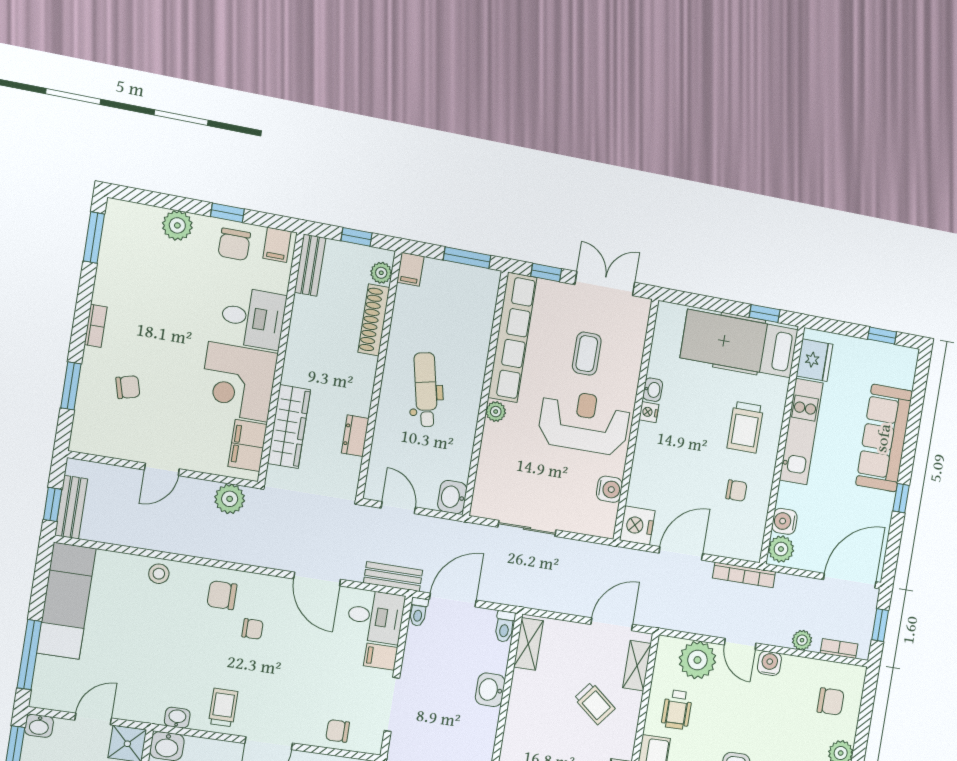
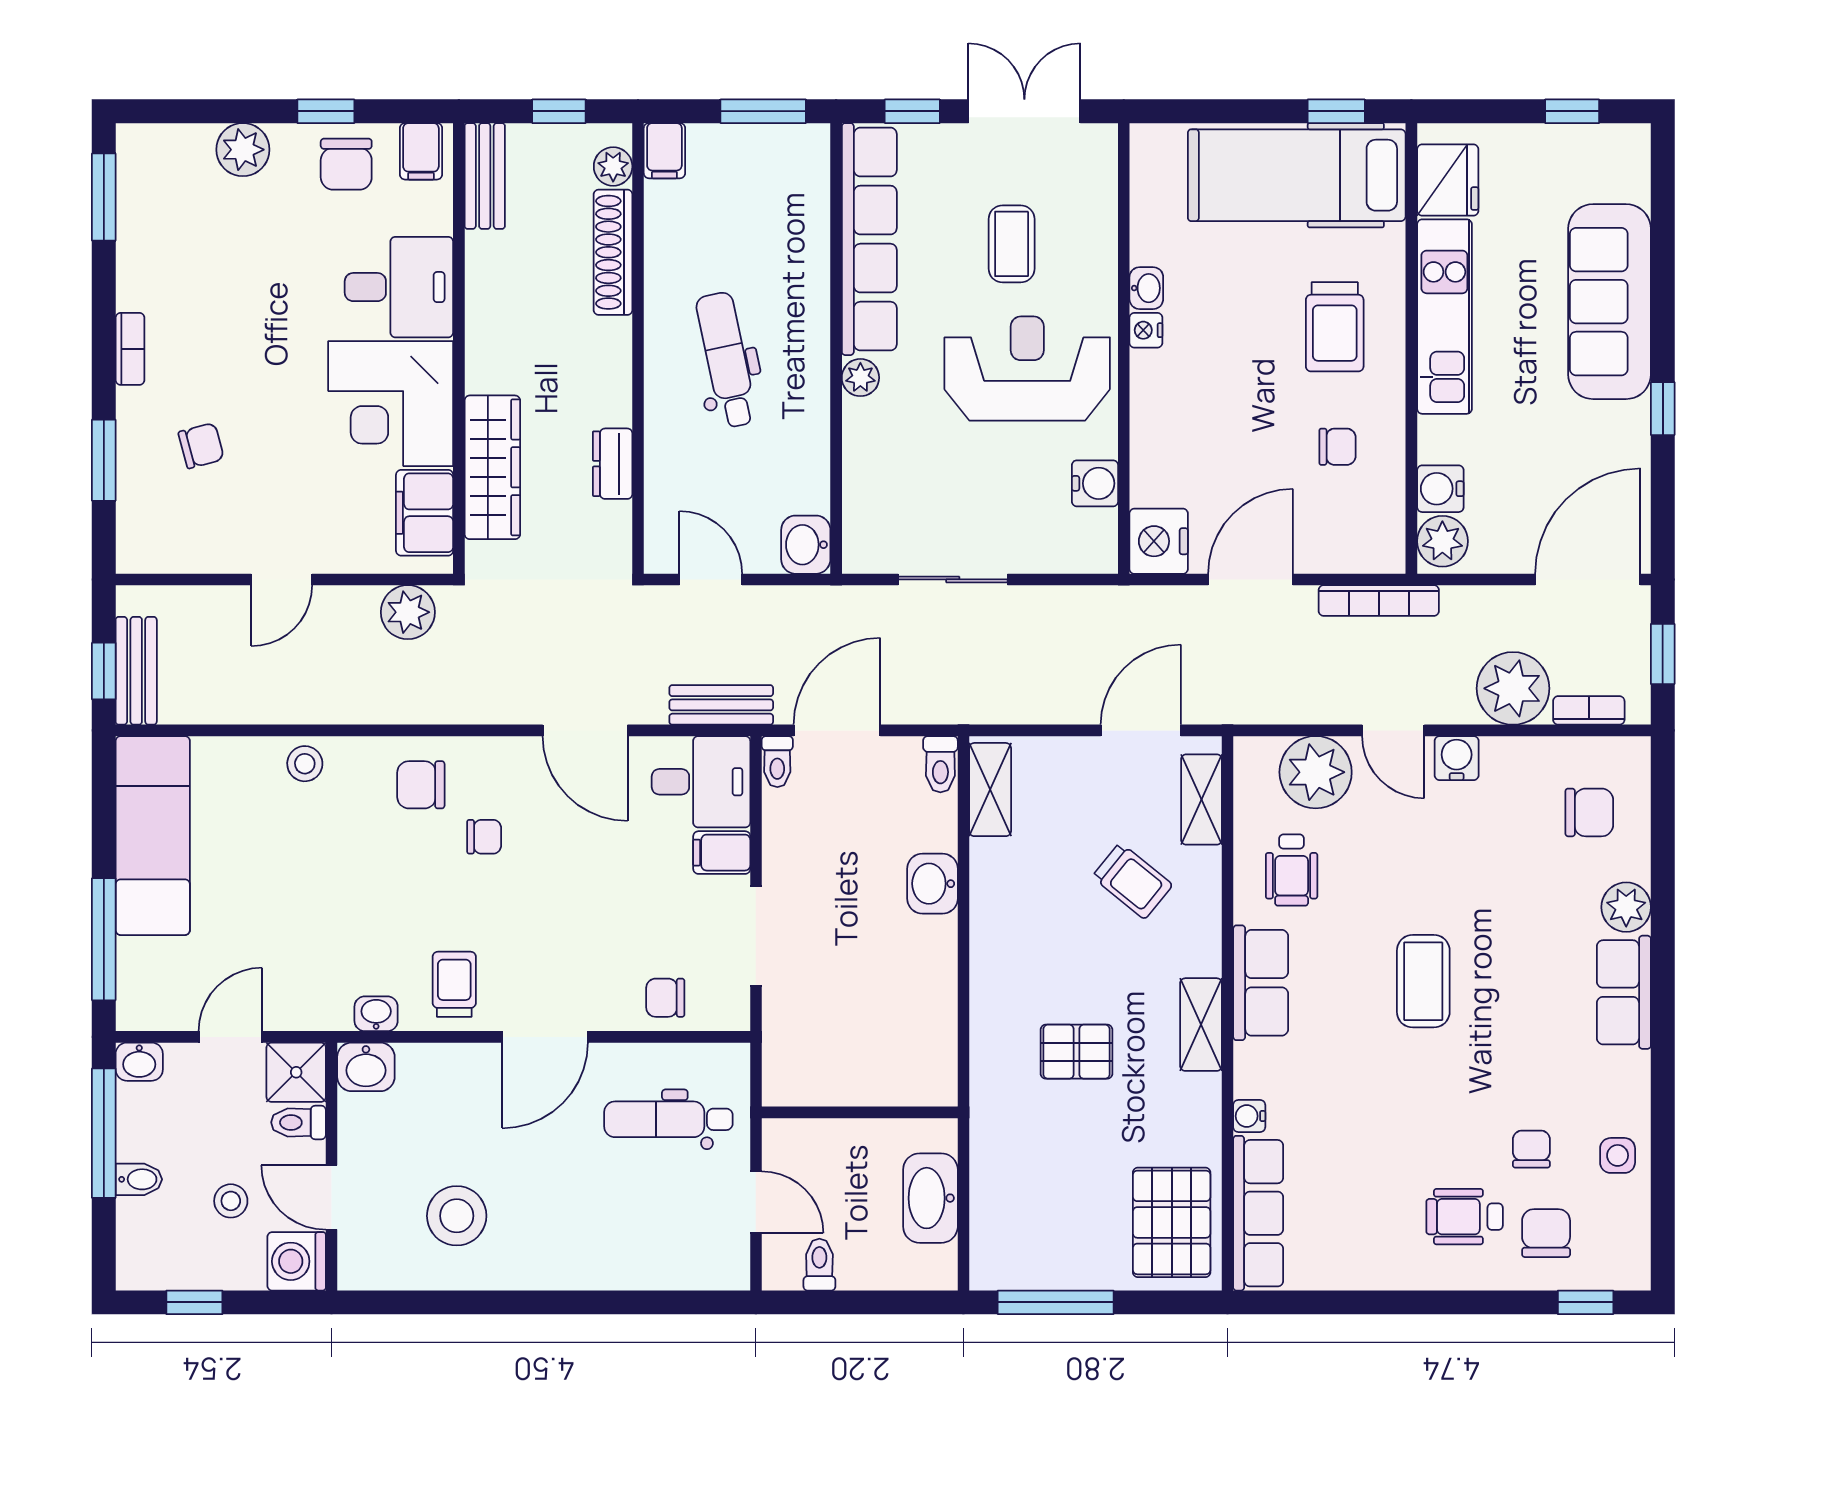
plant: (802, 640) -> (1513, 688), width x1.87, depth x1.87

